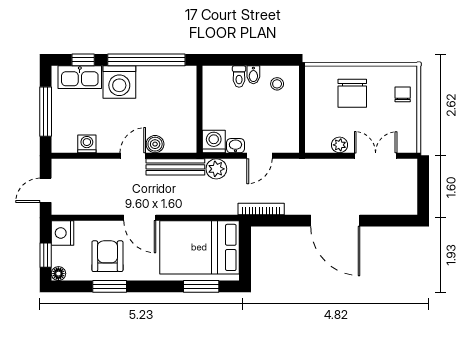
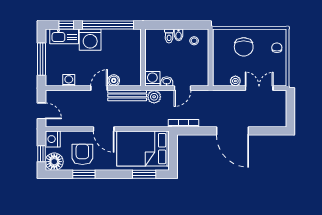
door: (46, 190) -> (42, 111), swing flipped
floor lamp: (58, 274) -> (54, 162), width x1.89, depth x1.89

